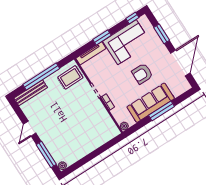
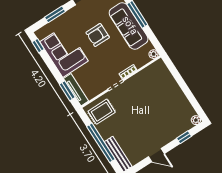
window: (102, 37) -> (67, 91), moved
armchair: (142, 74) -> (98, 35), turned 89
rug: (70, 77) -> (102, 112), turned 90
window: (46, 154) -> (184, 137), width x0.46

